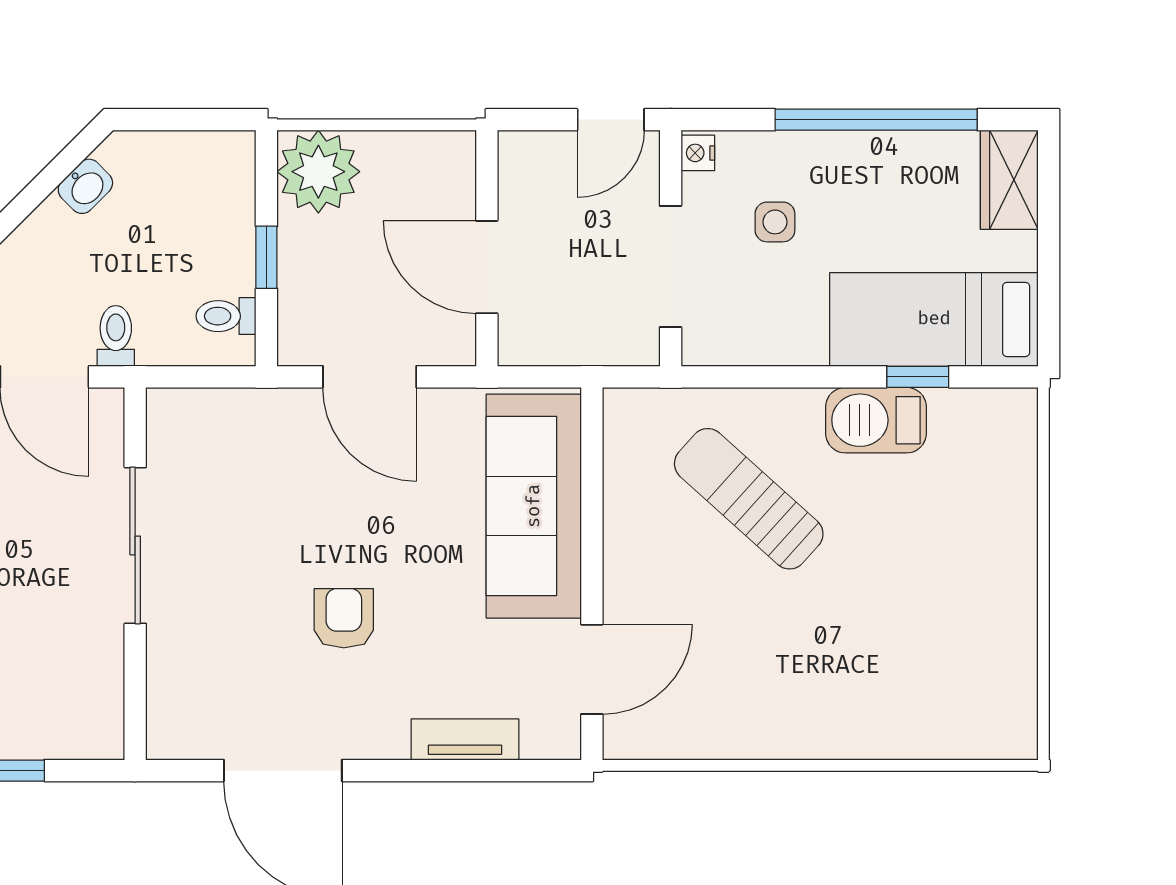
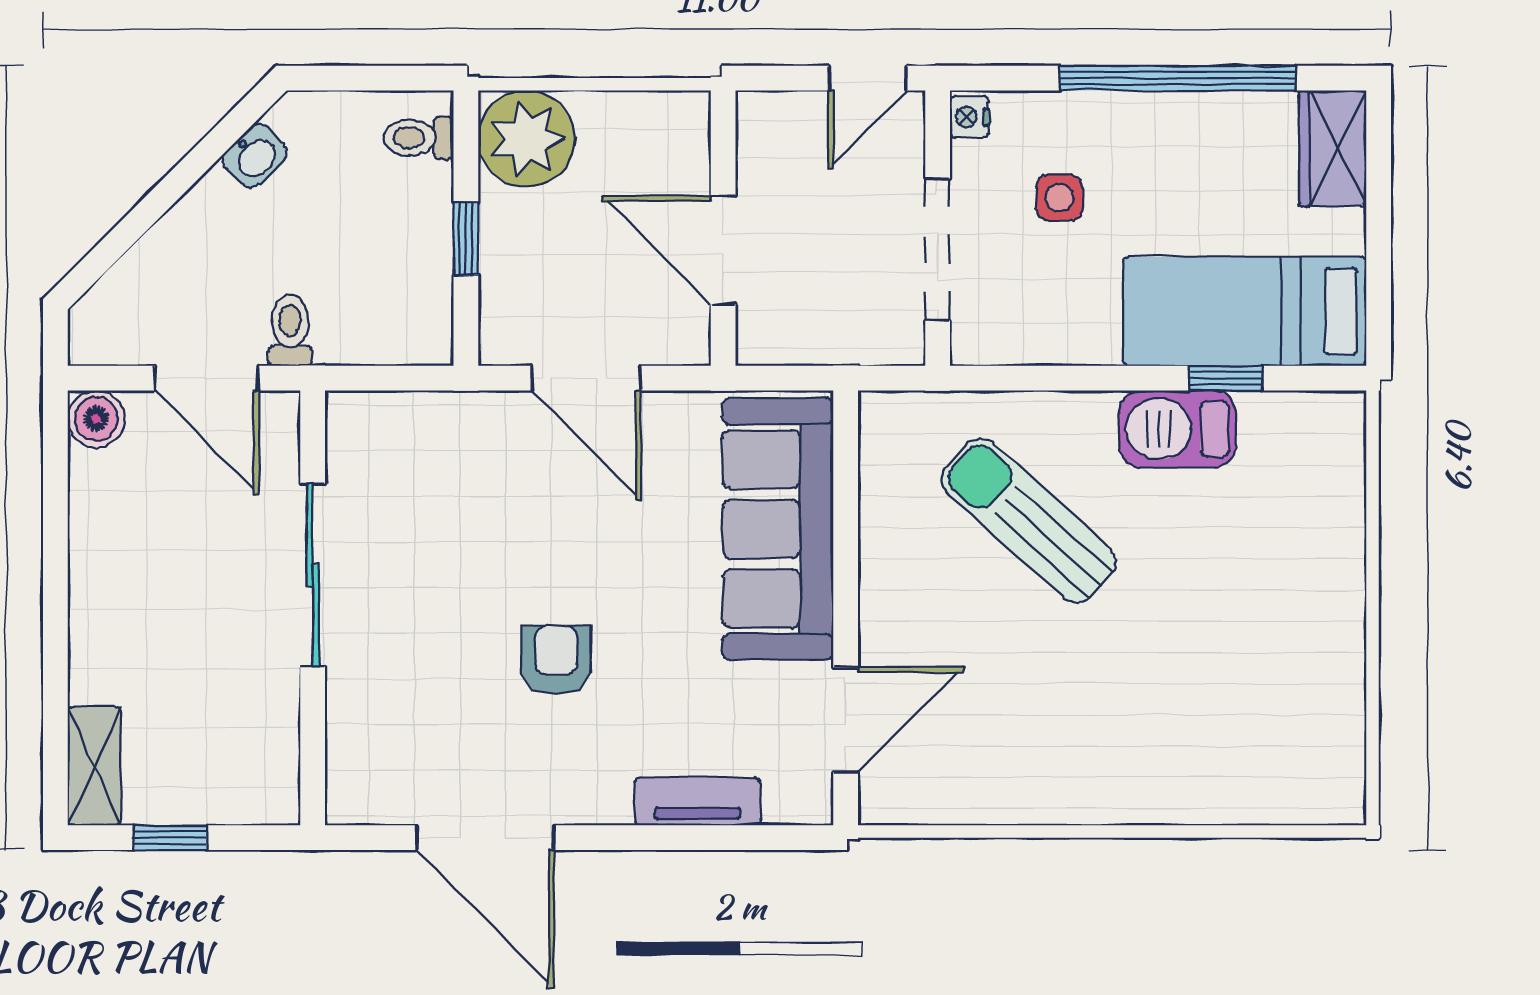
toilet: (226, 316) -> (419, 138), moved

